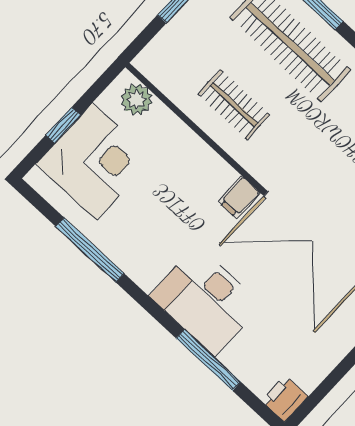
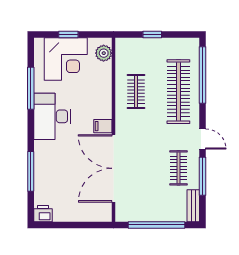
desk: (206, 301) -> (52, 116), moved

